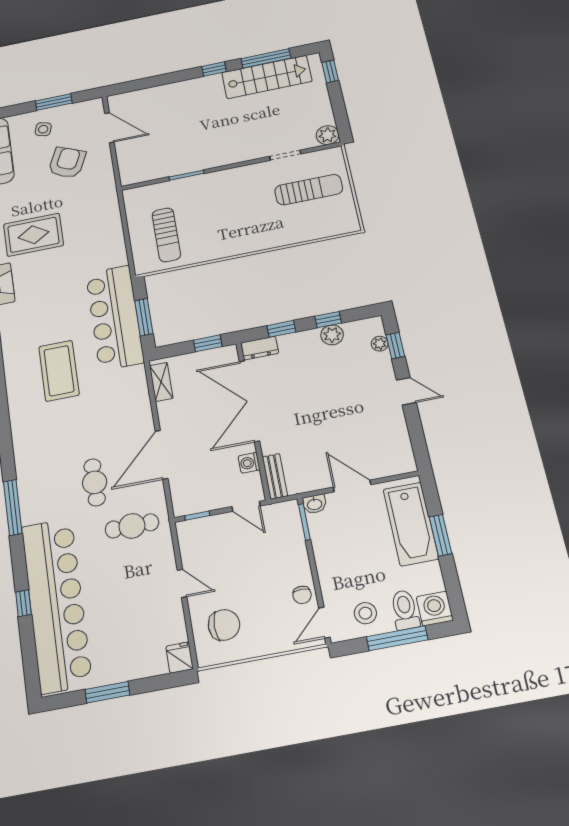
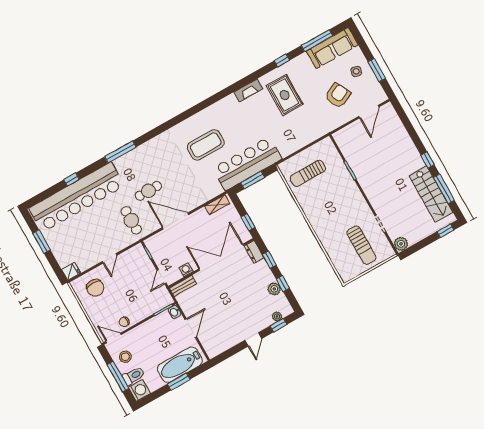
armchair: (67, 163) -> (338, 95), turned -51

